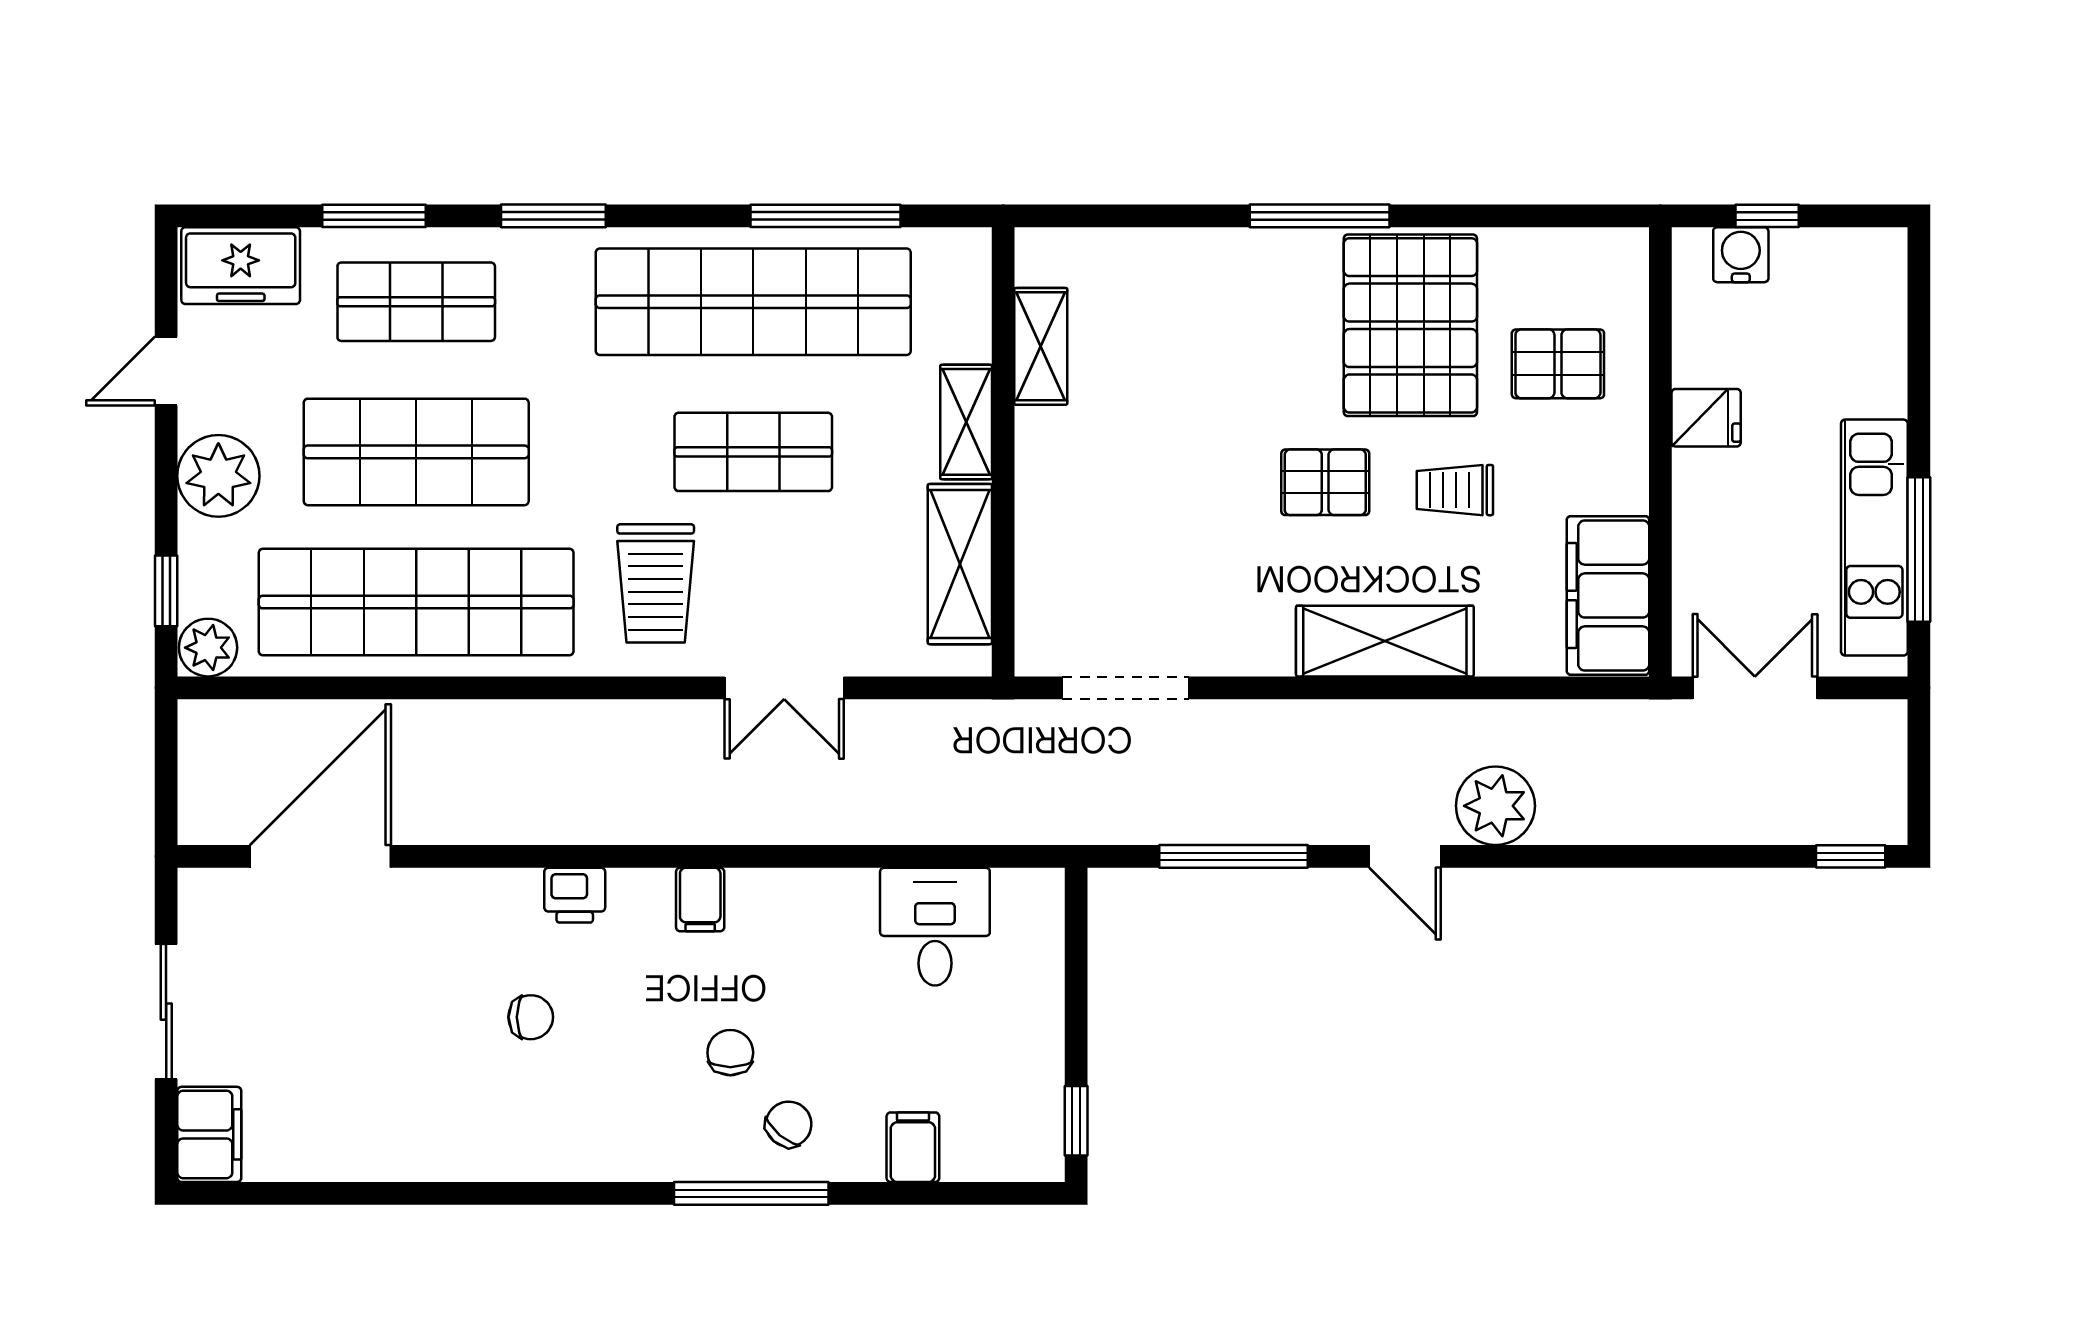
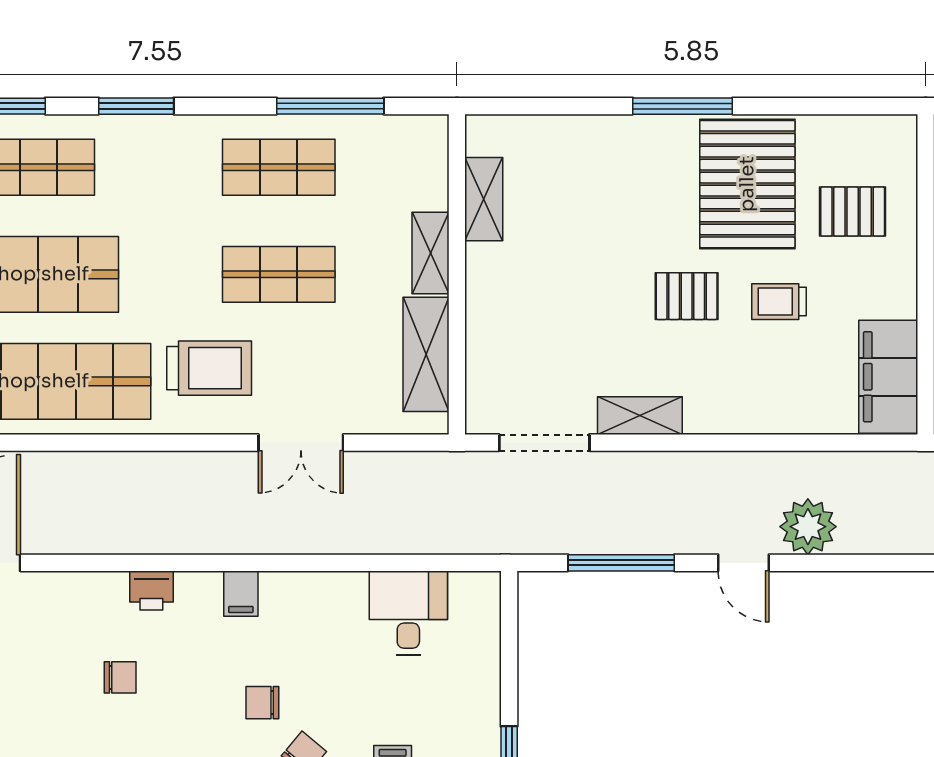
shop shelf: (753, 302) -> (279, 167), width x0.50, depth x0.74
trolley: (656, 583) -> (209, 368), turned -90
shelving: (1385, 641) -> (640, 416), moved, width x0.67, depth x0.75
chair: (730, 1053) -> (262, 703), turned -90

